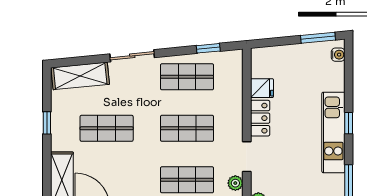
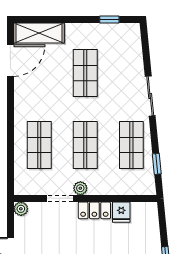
shelving: (80, 76) -> (132, 49), removed
window: (47, 123) -> (109, 20), moved
plant: (235, 183) -> (80, 188), moved

